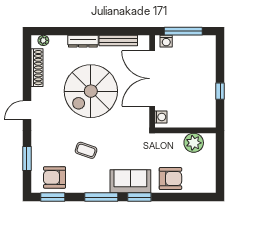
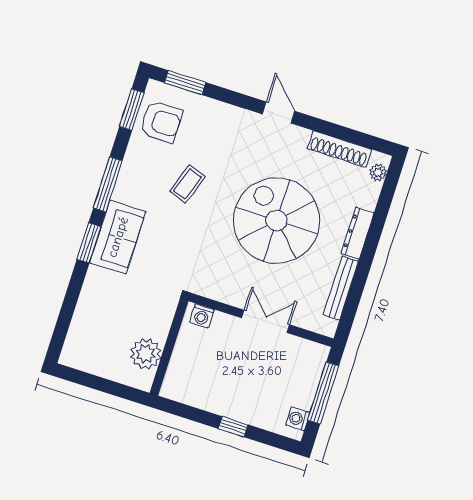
washing machine: (166, 41) -> (298, 419), moved
double door: (152, 79) -> (265, 321), width x0.54
window: (220, 91) -> (233, 427), moved
window: (27, 158) -> (185, 83), moved
armchair: (55, 177) -> (161, 122), turned 90
armchair: (170, 179) -> (102, 300), removed

